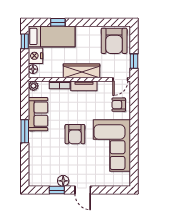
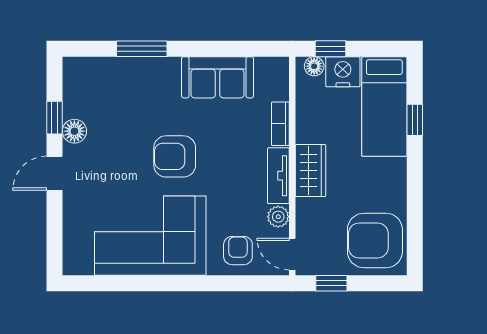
window: (25, 41) -> (330, 49), moved
wardrobe: (81, 71) -> (310, 171), width x0.67
plant: (33, 86) -> (278, 217), moved
window: (25, 131) -> (142, 49), moved

